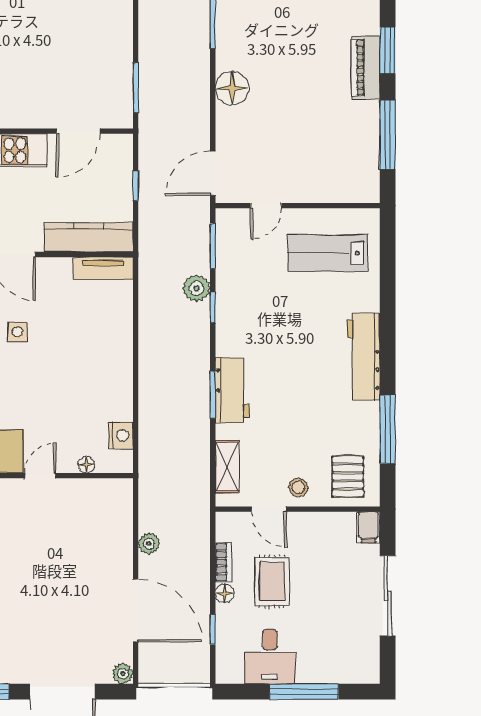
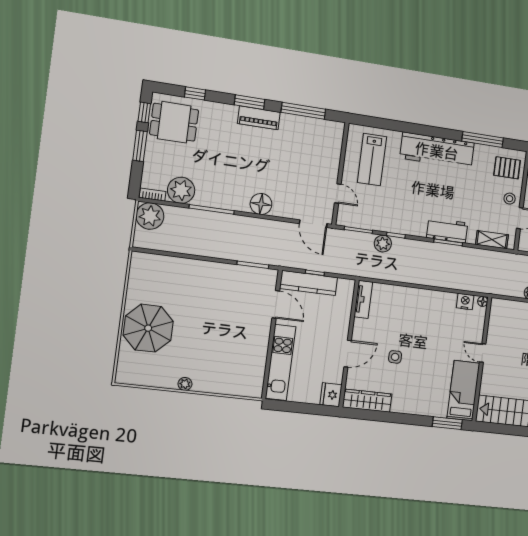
kitchen counter: (89, 237) -> (309, 283), moved, turned -90
workbench: (364, 357) -> (437, 151), width x1.36, depth x1.32
floor lamp: (87, 465) -> (483, 301), moved

